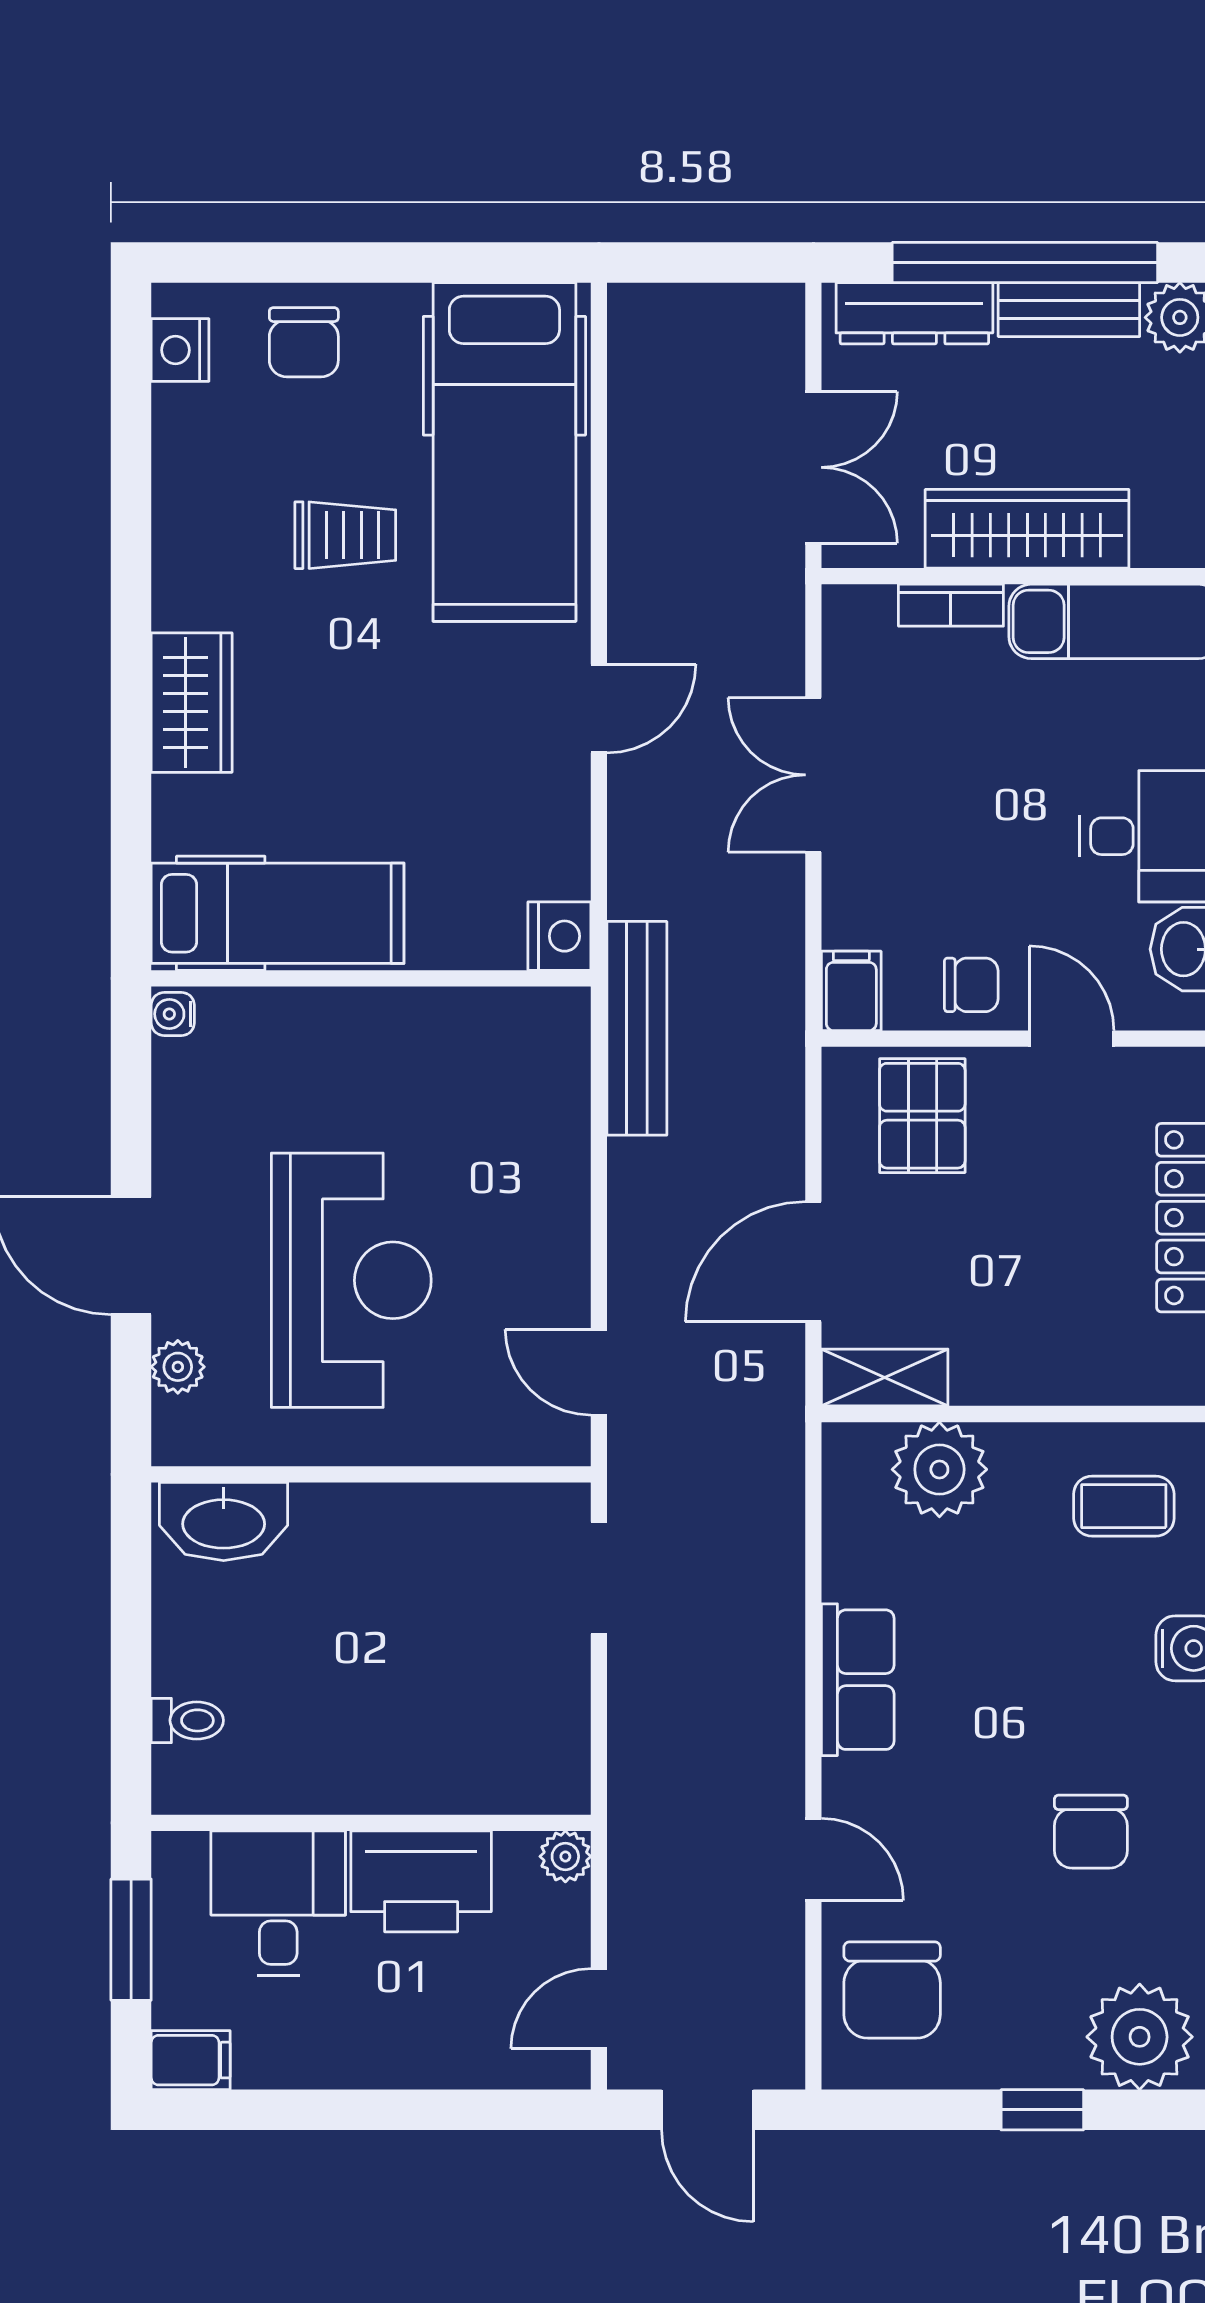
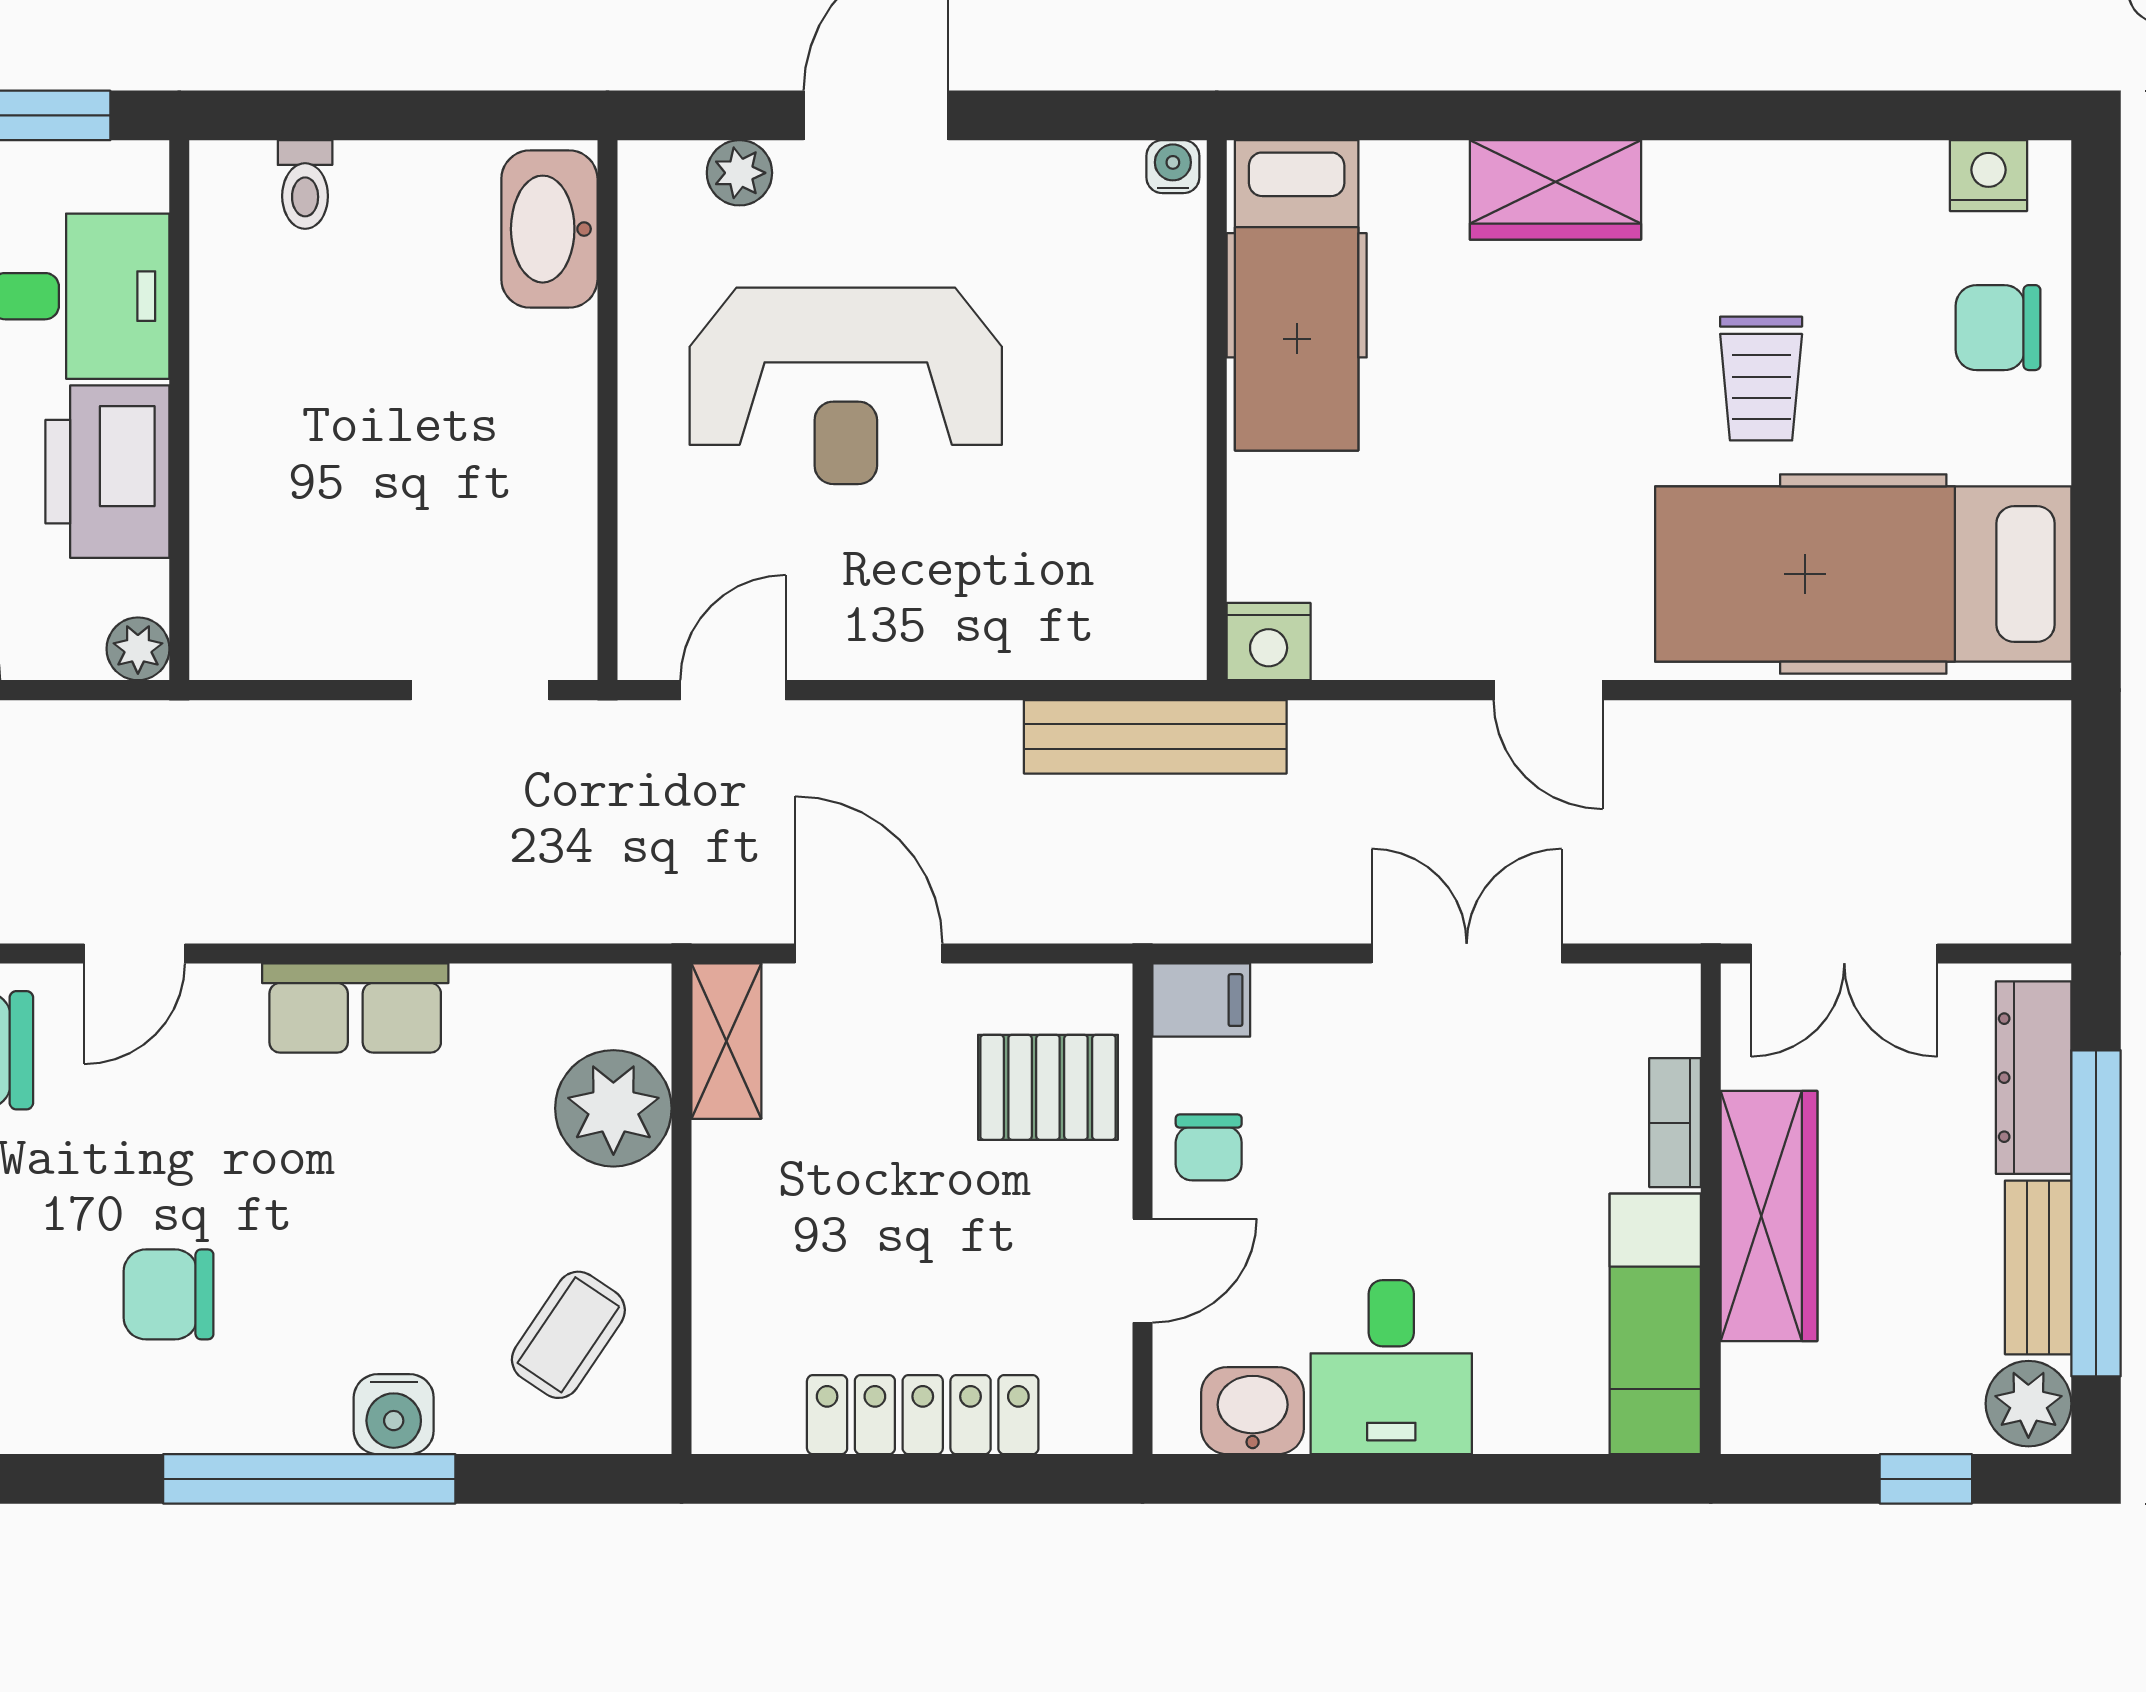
coffee table: (1124, 1506) -> (568, 1335), turned 34

